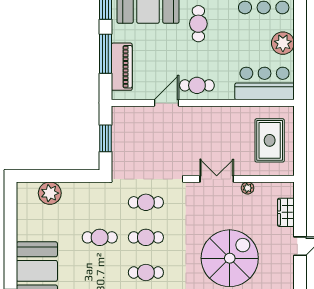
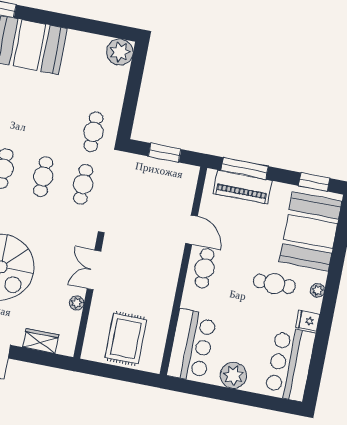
window: (106, 54) -> (245, 168), moved
rug: (270, 140) -> (126, 339), turned 90
double door: (217, 179) -> (94, 270), swing flipped
plant: (50, 193) -> (120, 52), moved
cafe table: (100, 237) -> (93, 132), moved

